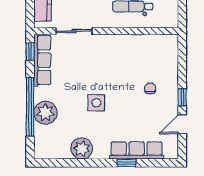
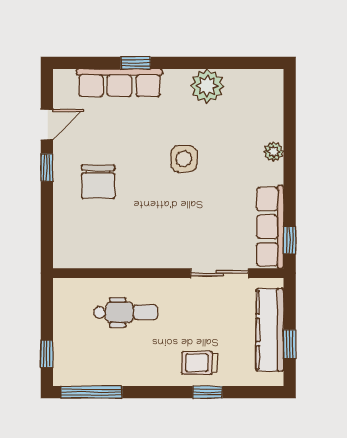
chair: (150, 88) -> (98, 182), width x1.87, depth x1.87
window: (30, 107) -> (290, 152), removed
plant: (45, 113) -> (274, 152), width x0.53, depth x0.53

